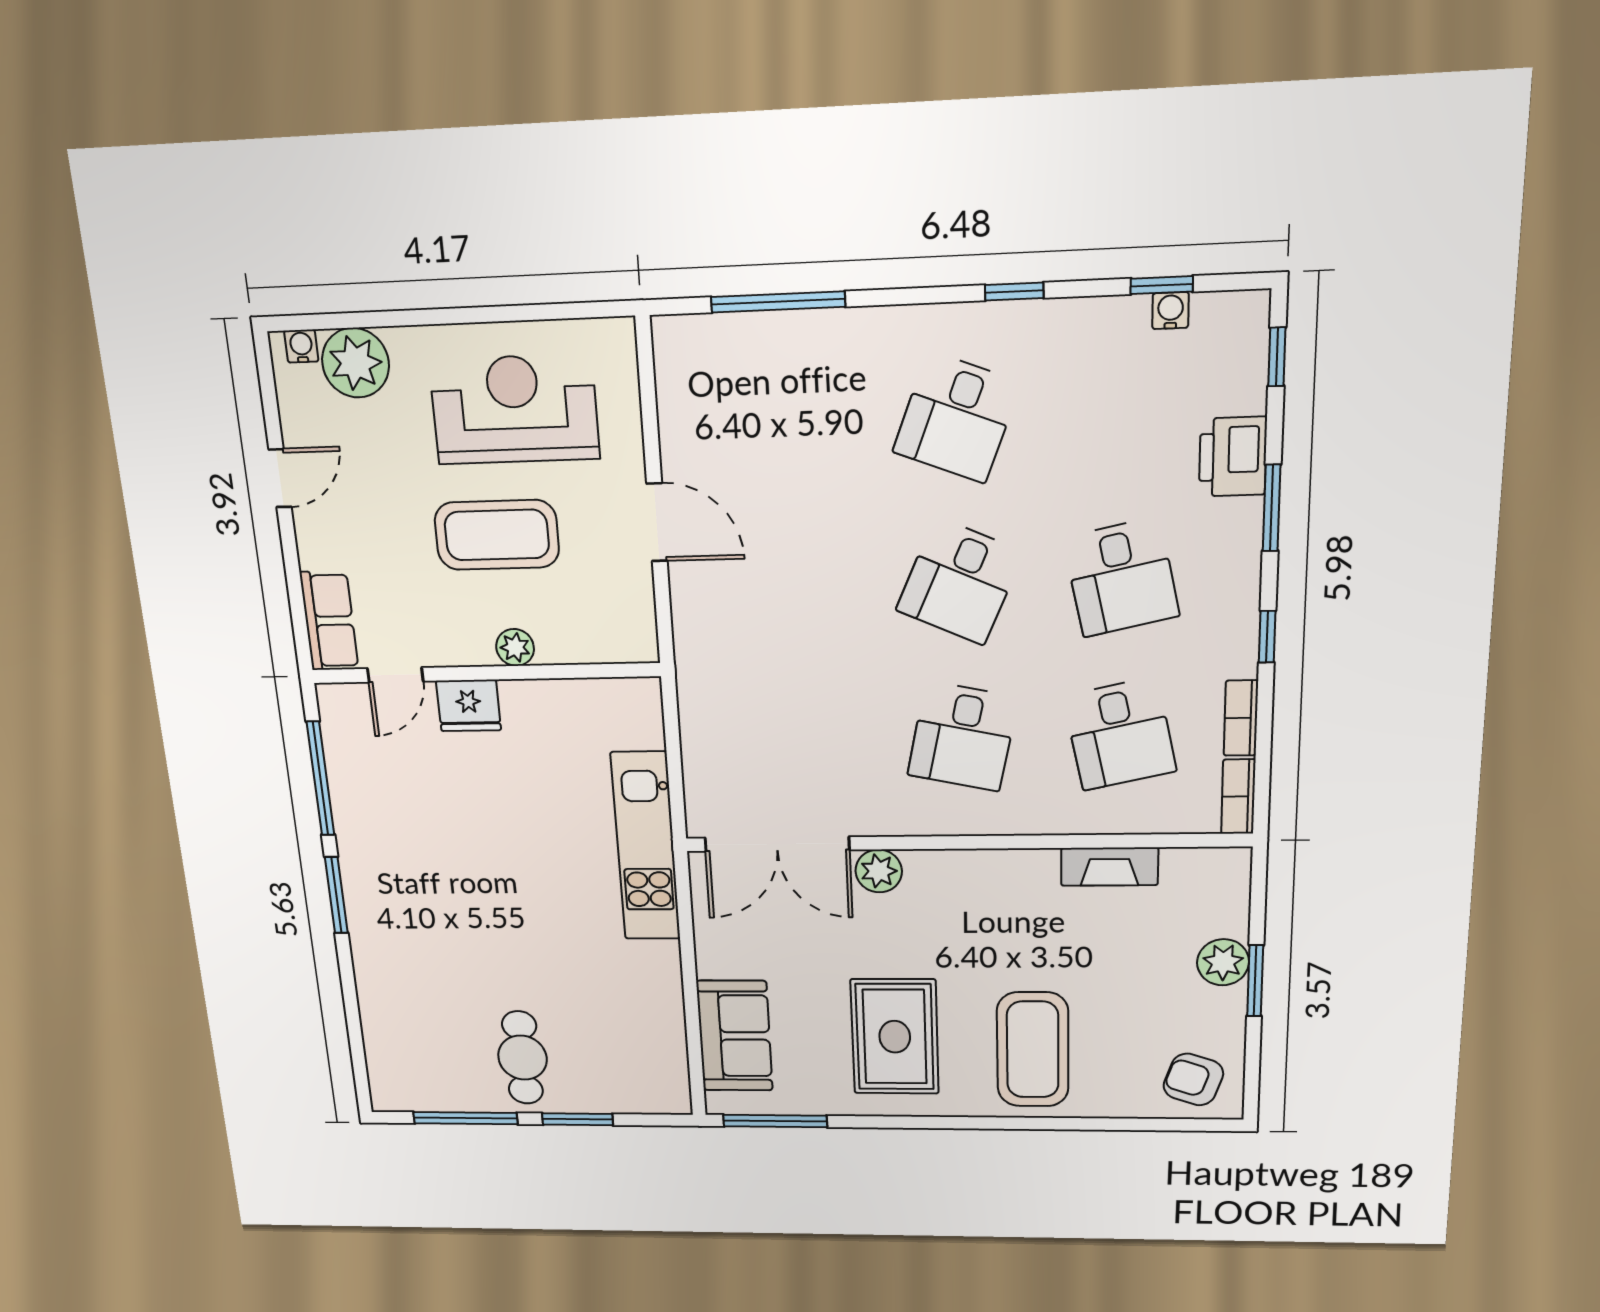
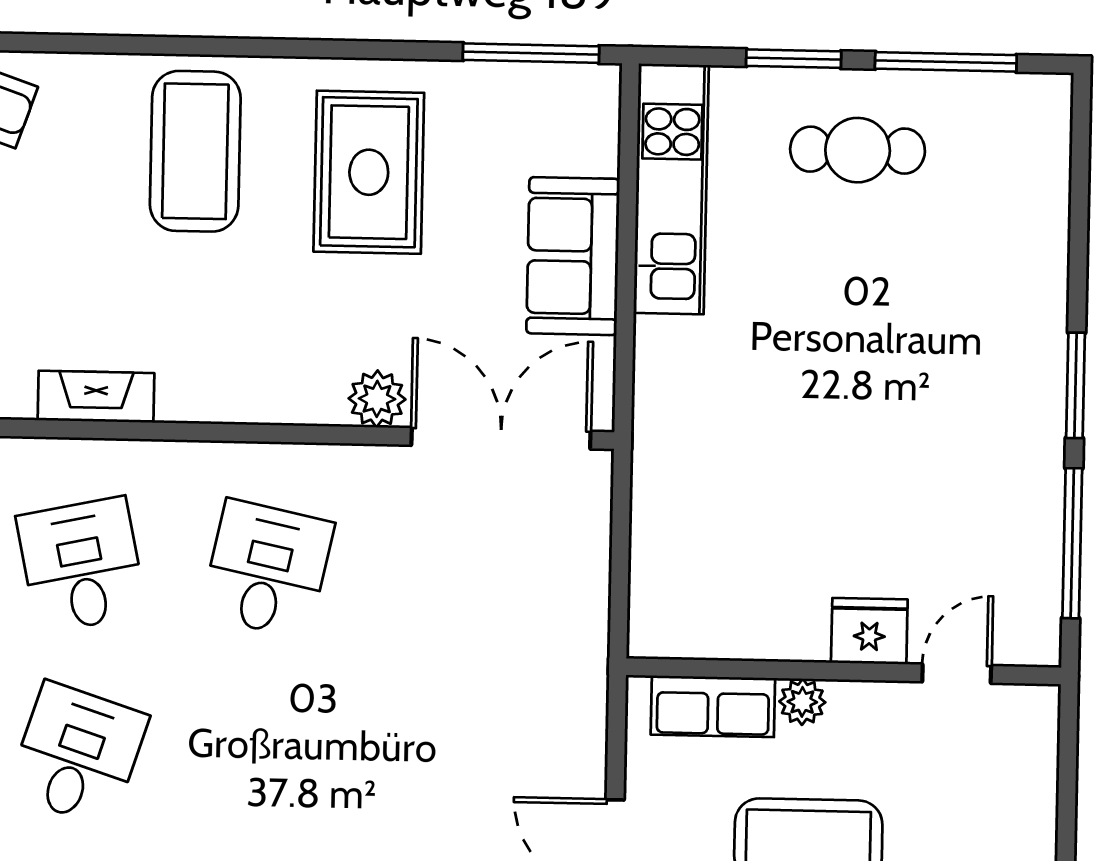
desk: (1121, 577) -> (78, 754), turned 30
desk: (960, 581) -> (263, 758), removed
row of seats: (329, 621) -> (713, 706), moved, turned -90
kitchen unit: (646, 846) -> (671, 189), moved
sofa: (735, 1036) -> (573, 256), moved
cafe table: (523, 1058) -> (858, 150), turned 90

